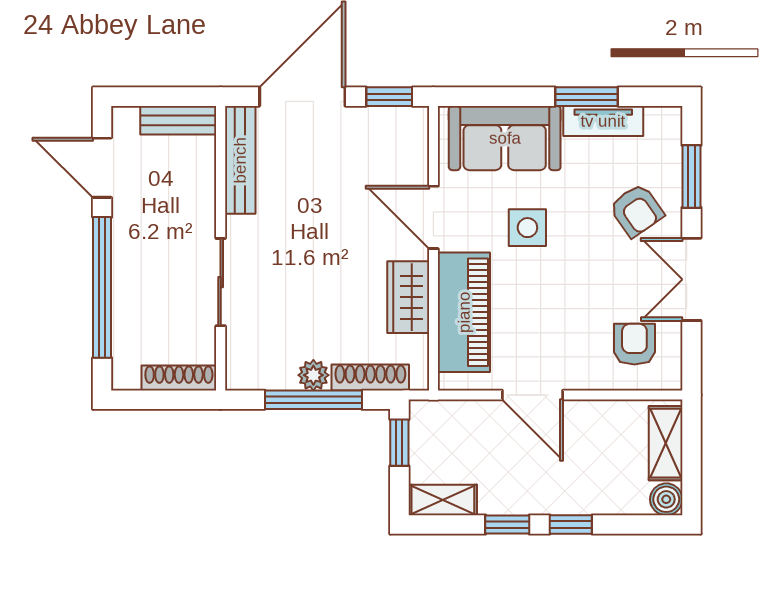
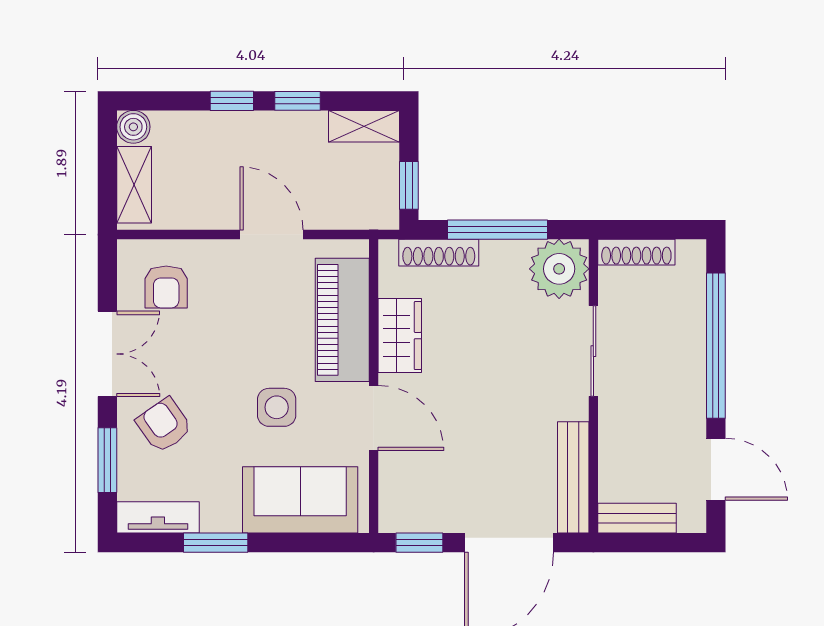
tv unit: (603, 121) -> (158, 517), moved
plant: (313, 375) -> (559, 269), moved, width x1.88, depth x1.88

